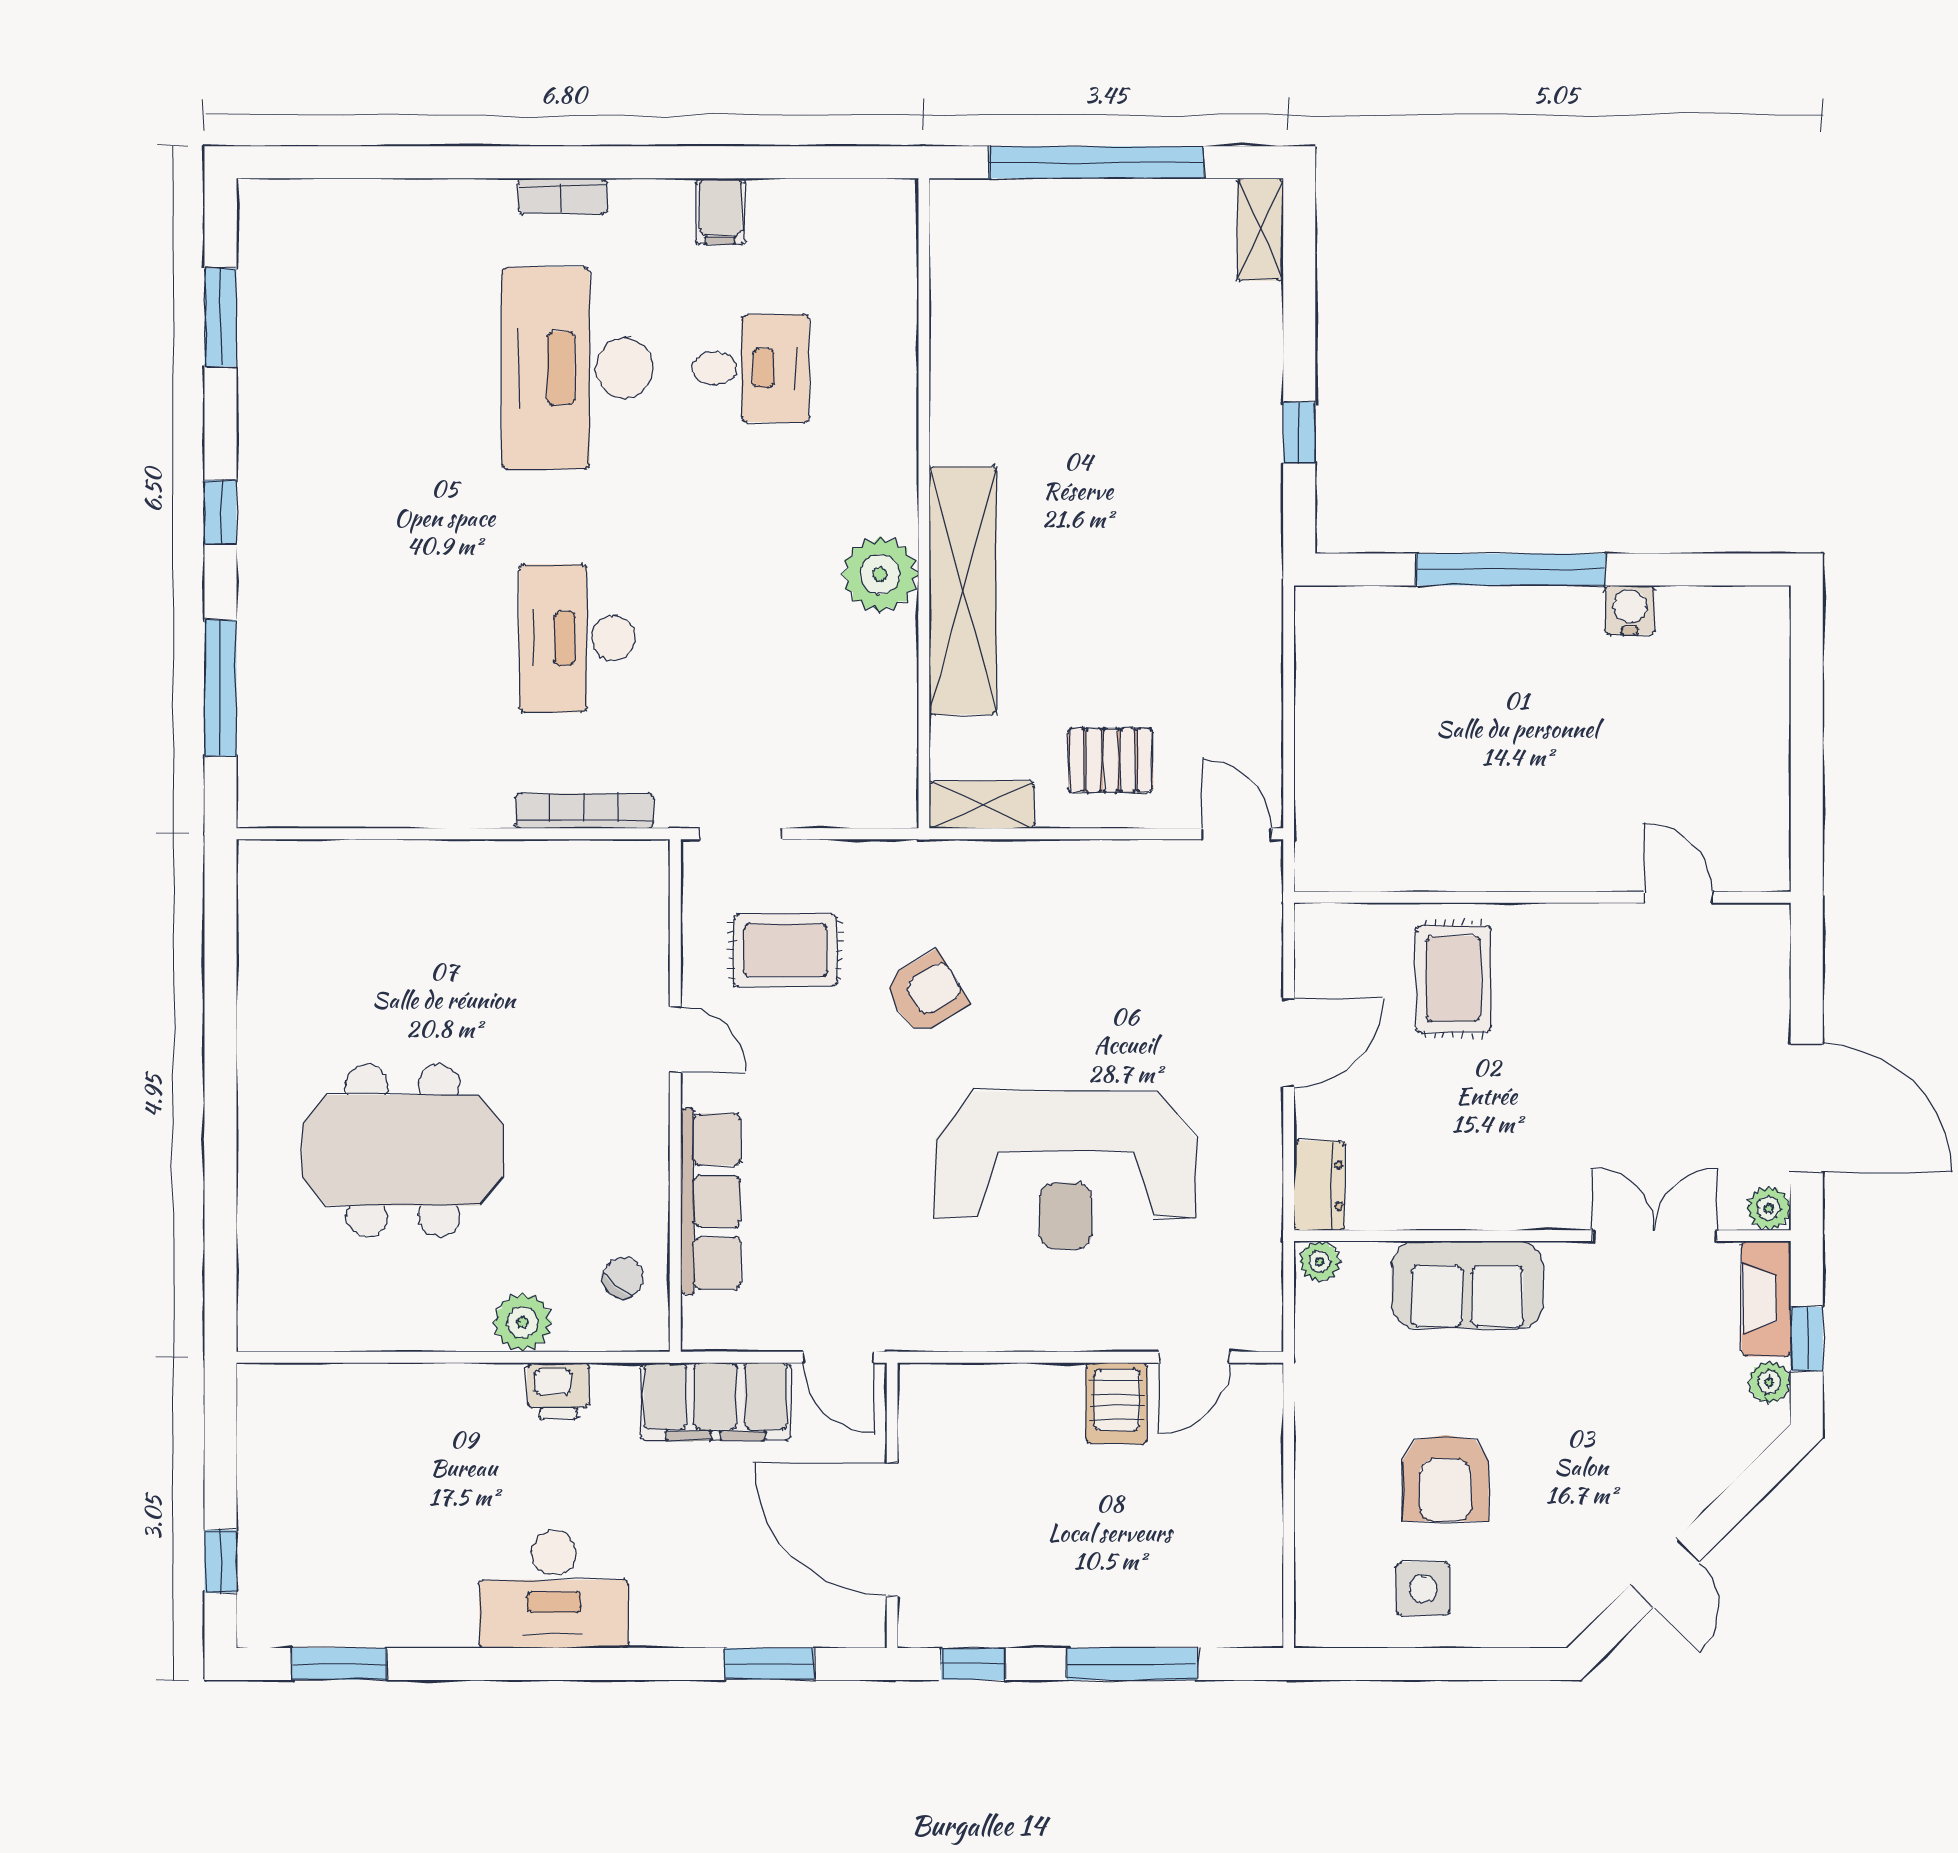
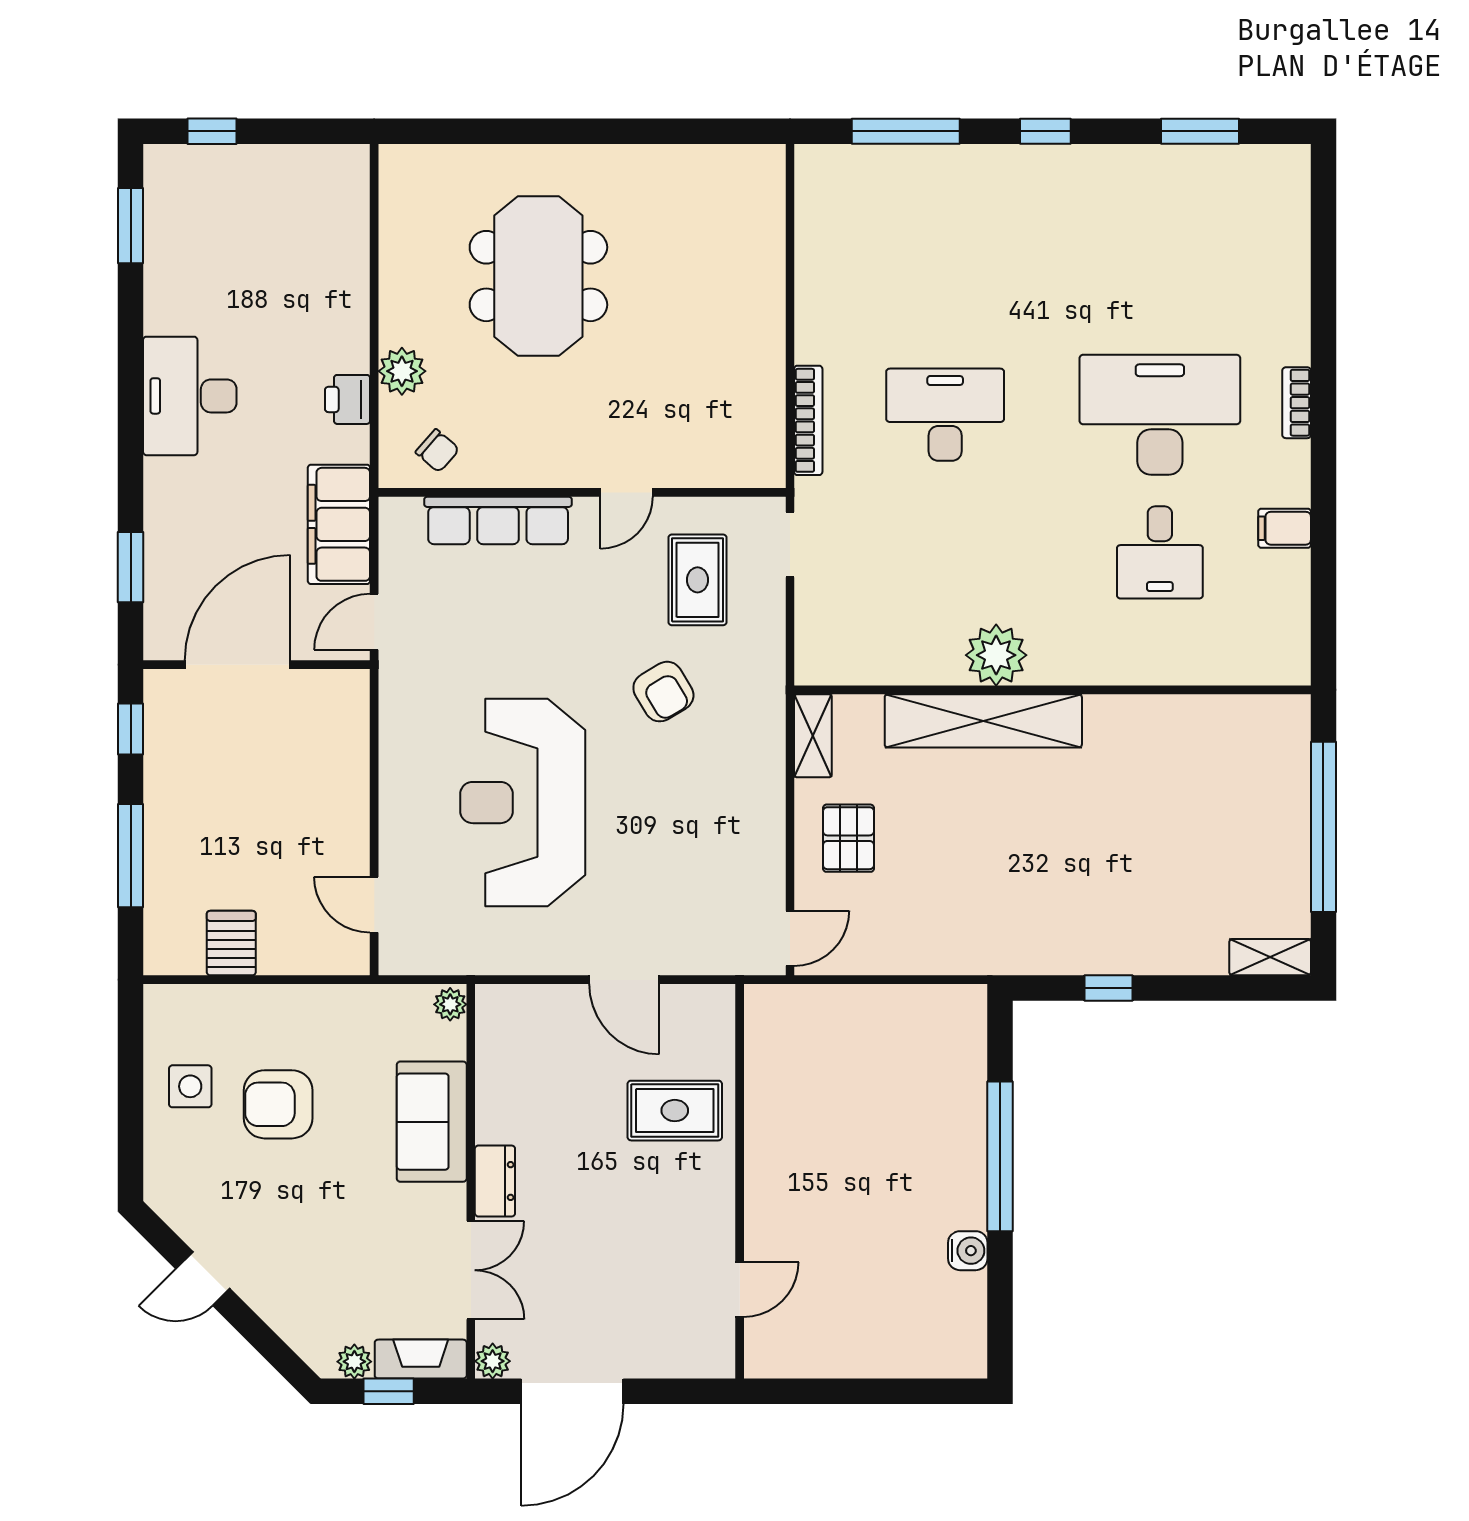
dresser: (1319, 1186) -> (495, 1181), moved, turned -90
server rack: (1117, 1403) -> (231, 943), moved, turned 90

